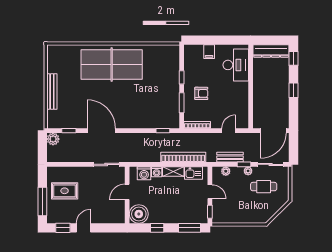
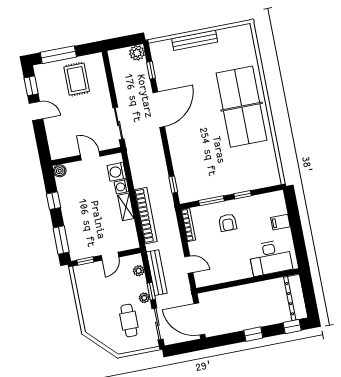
bench: (230, 157) -> (157, 273), width x1.36
kitchen sink: (193, 173) -> (129, 232), removed
boiler: (139, 214) -> (60, 171), width x0.54, depth x0.54

